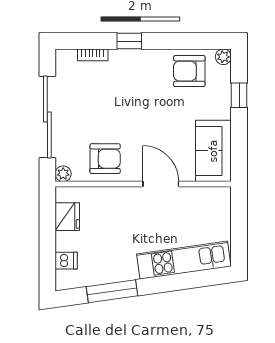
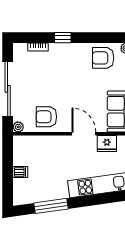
armchair: (105, 159) -> (46, 117), turned 180
fridge: (67, 217) -> (107, 144), moved, turned 90
dishwasher: (66, 261) -> (20, 172), moved

